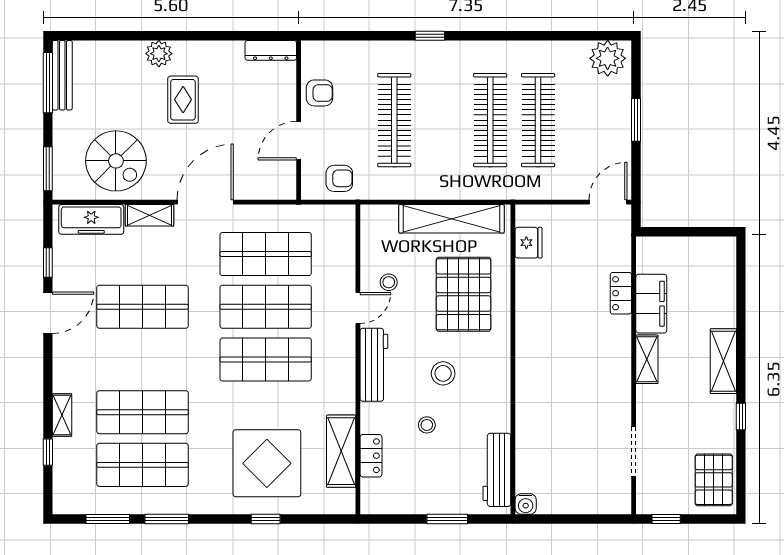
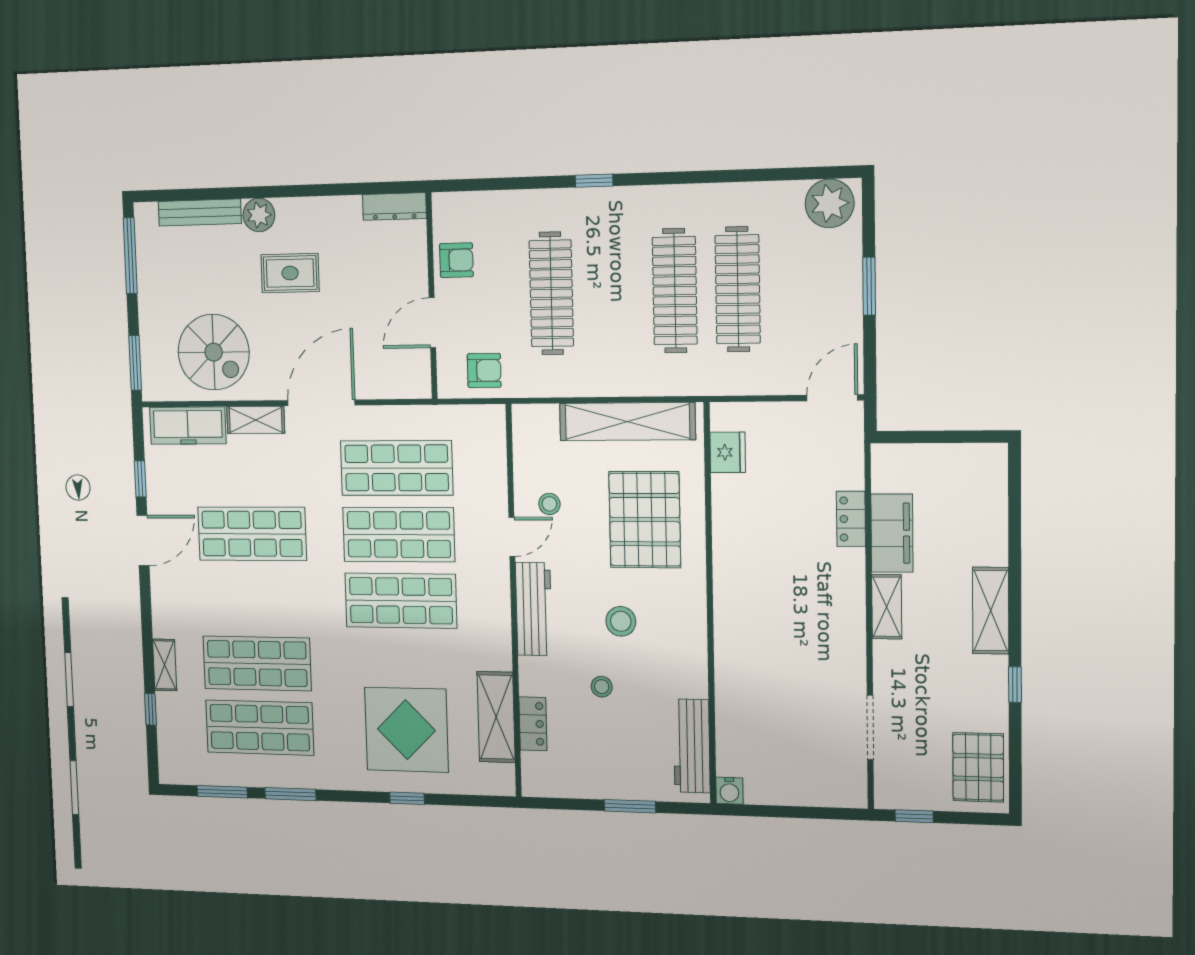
bench: (62, 75) -> (200, 212), moved, turned 90
rug: (183, 100) -> (290, 273), turned 90

